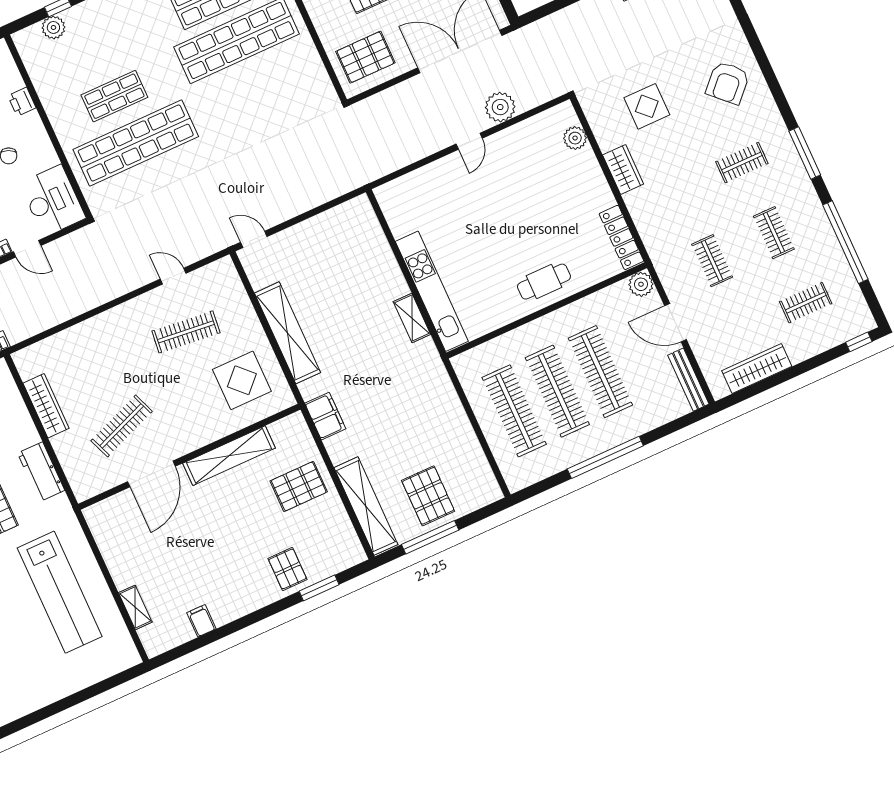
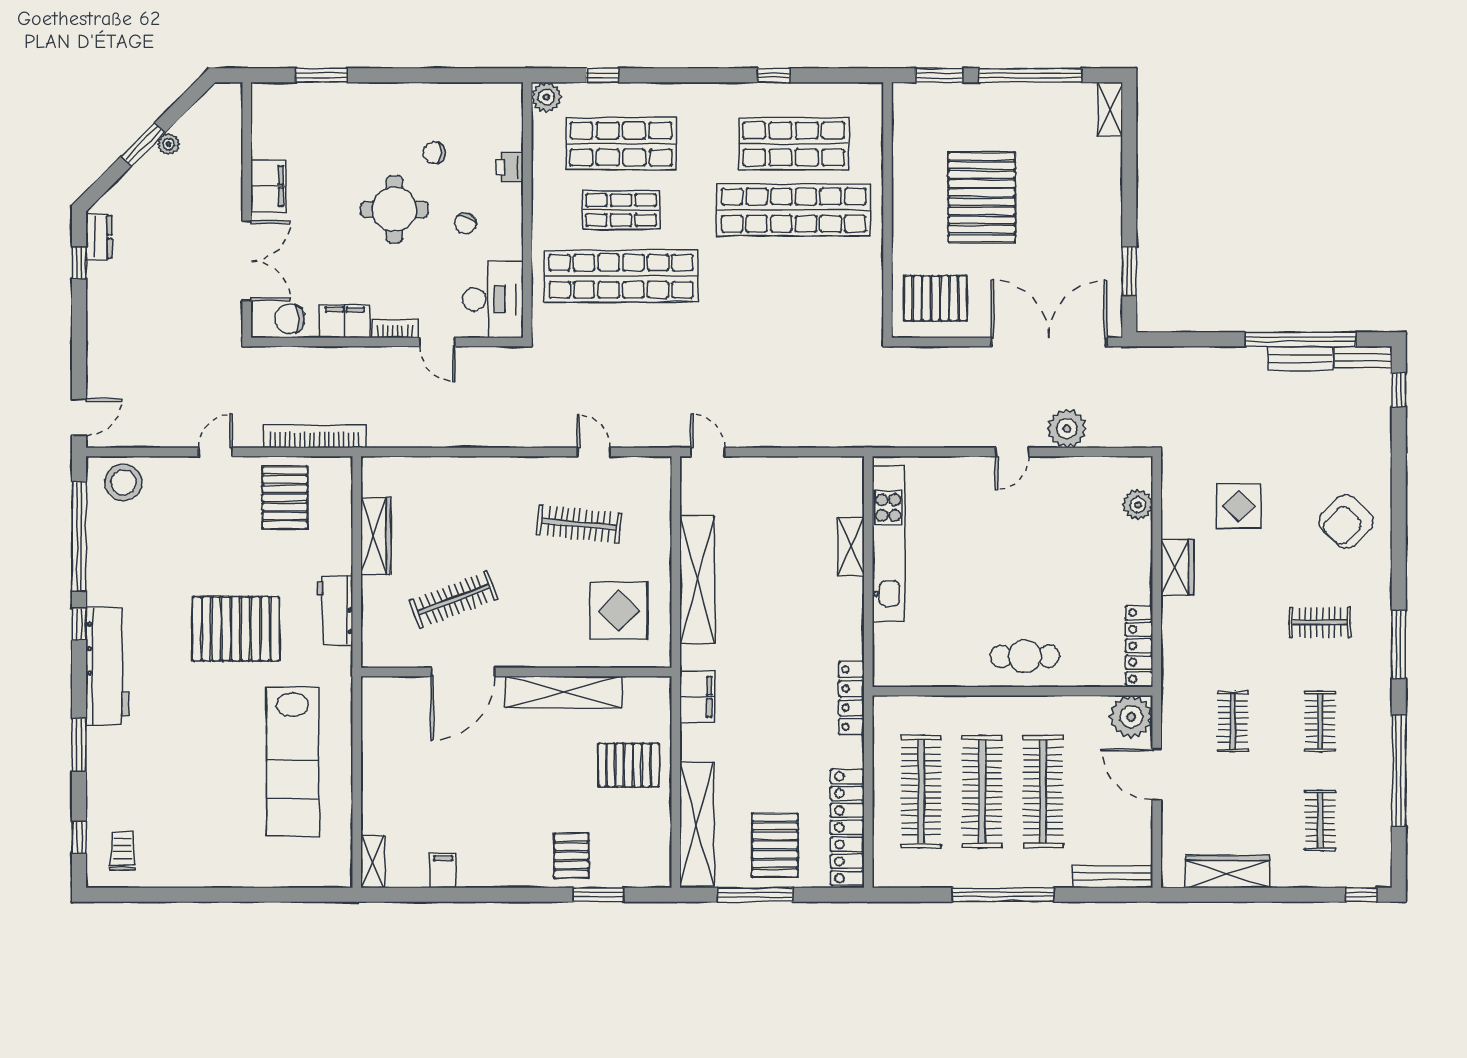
plant: (53, 27) -> (546, 97), moved
shop shelf: (93, 49) -> (621, 144), added
plant: (641, 284) -> (1131, 717), width x1.36, depth x1.36
kitchen unit: (432, 291) -> (888, 544), moved
clothes rail: (806, 303) -> (1320, 820), turned 90
shelving: (412, 318) -> (851, 546), moved
locker: (435, 367) -> (851, 698), added
bench: (688, 380) -> (1113, 877), moved, turned 90
locker: (473, 460) -> (847, 827), added
shelving: (135, 607) -> (373, 861), moved

